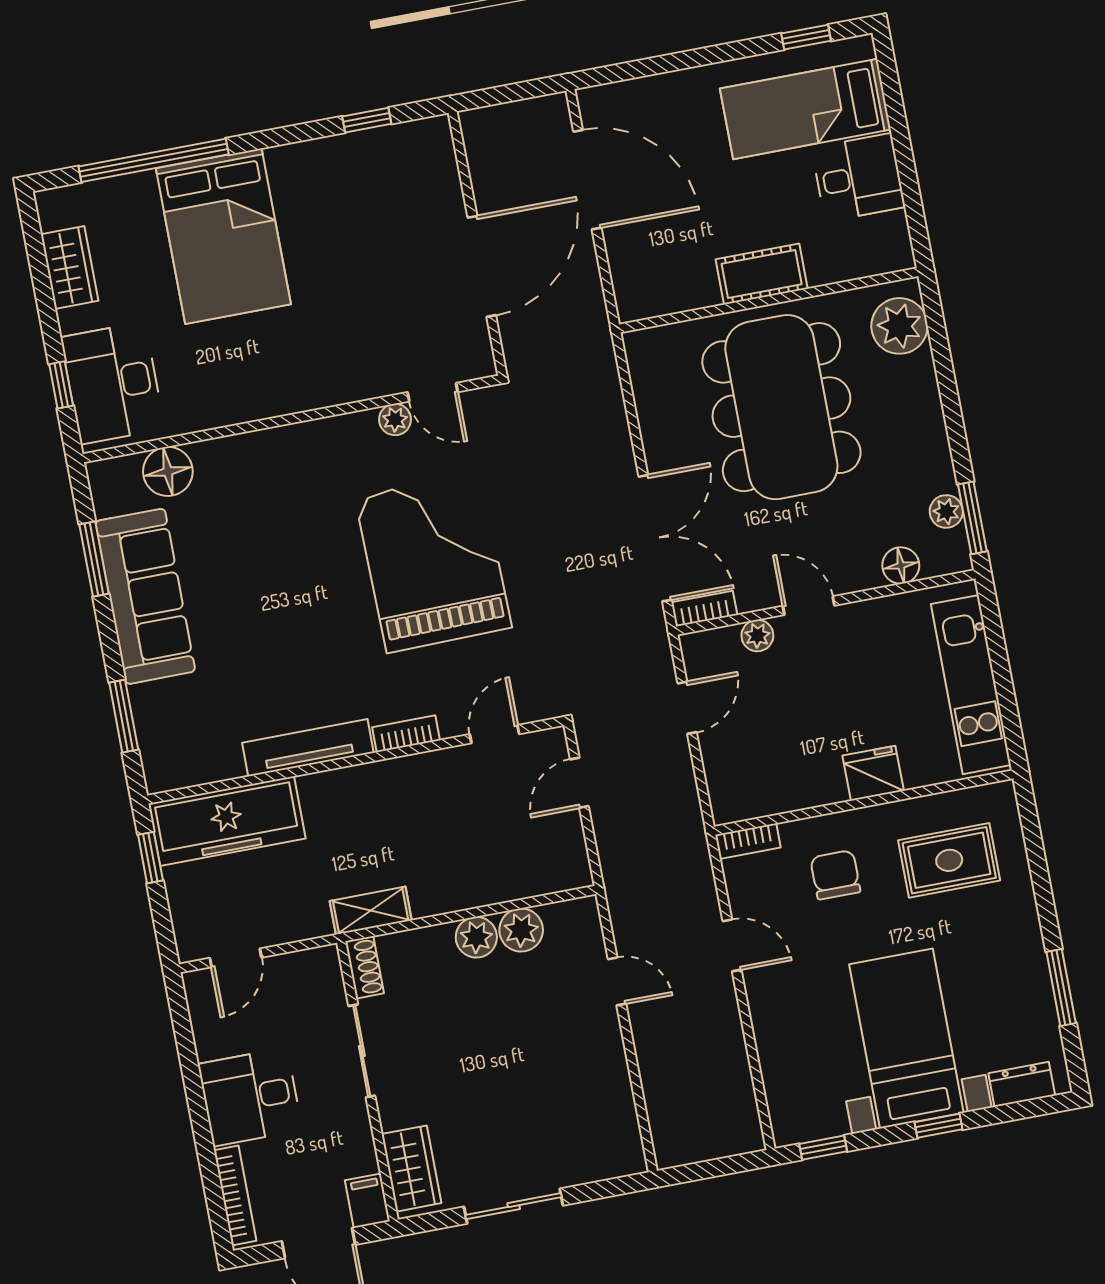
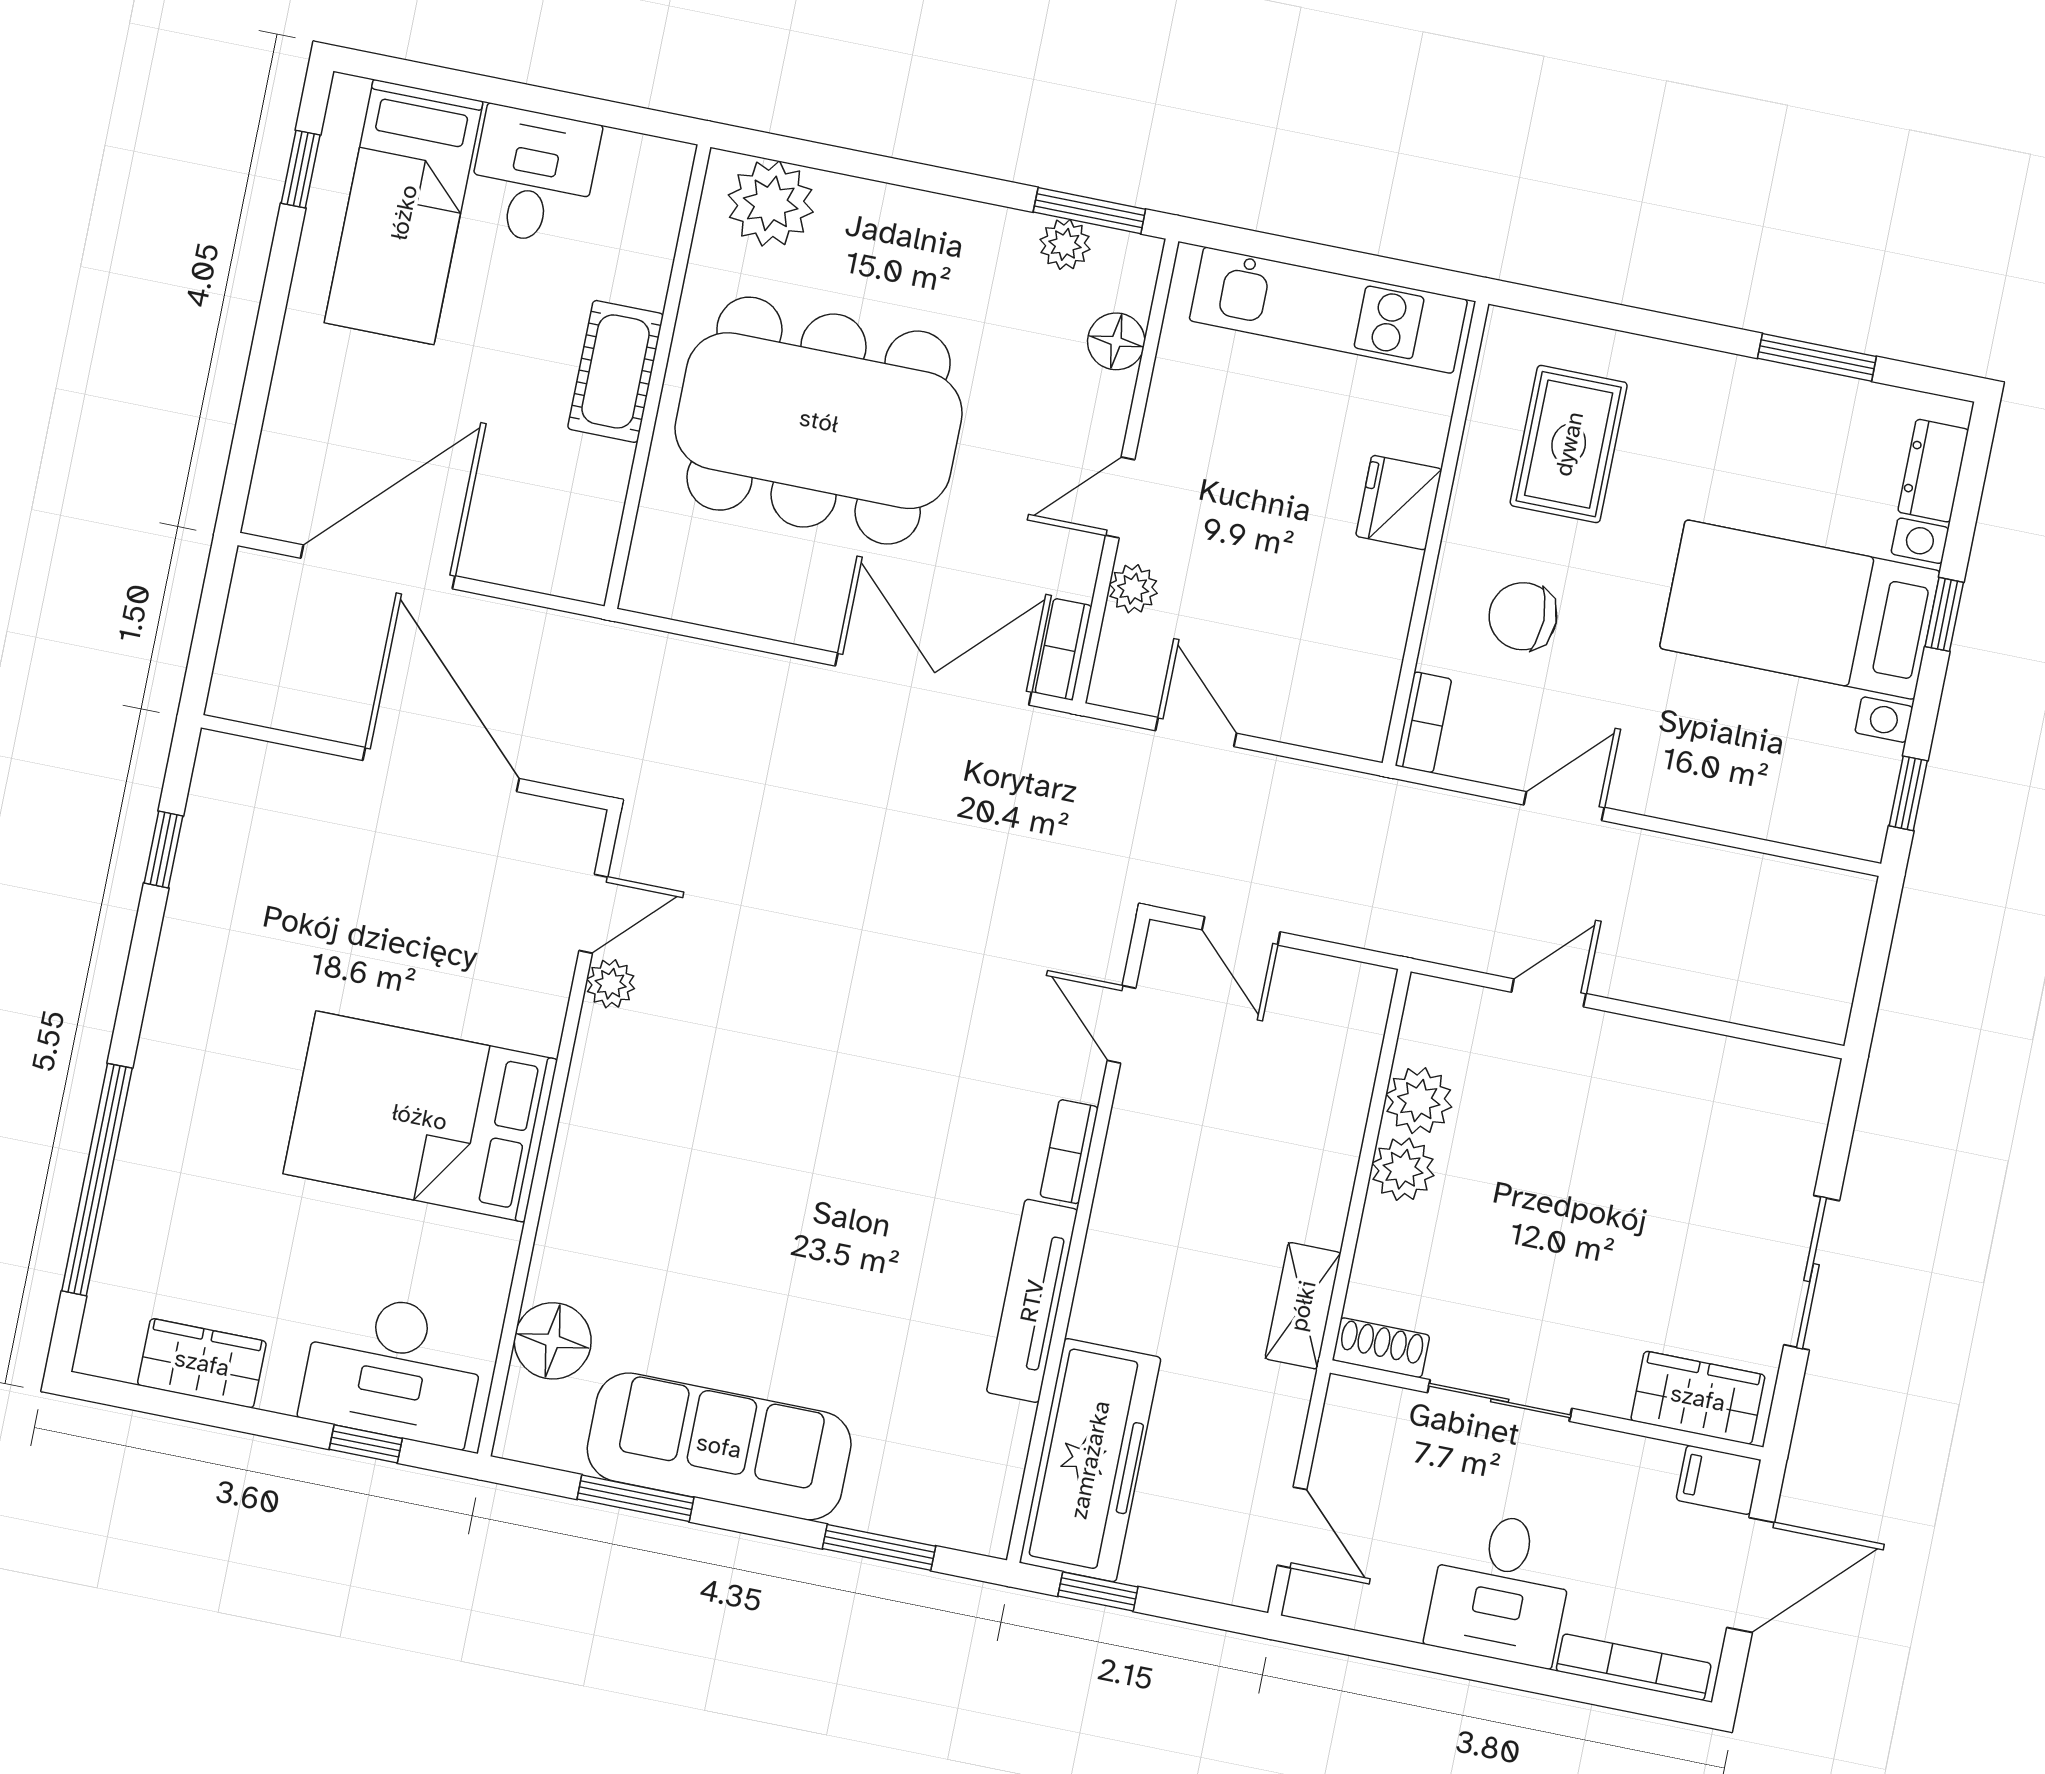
bed: (223, 236) -> (420, 1117), moved, turned 180
grand piano: (433, 562) -> (839, 1012), removed

